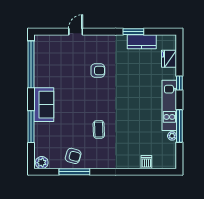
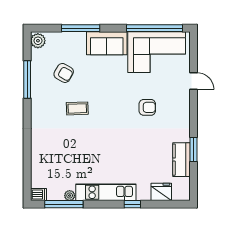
corner sofa: (51, 63) -> (157, 52), added
armchair: (98, 71) -> (147, 107), turned -90
window: (179, 126) -> (64, 204), moved
armchair: (73, 156) -> (64, 73), moved, turned -76
dishwasher: (146, 162) -> (38, 195), moved

